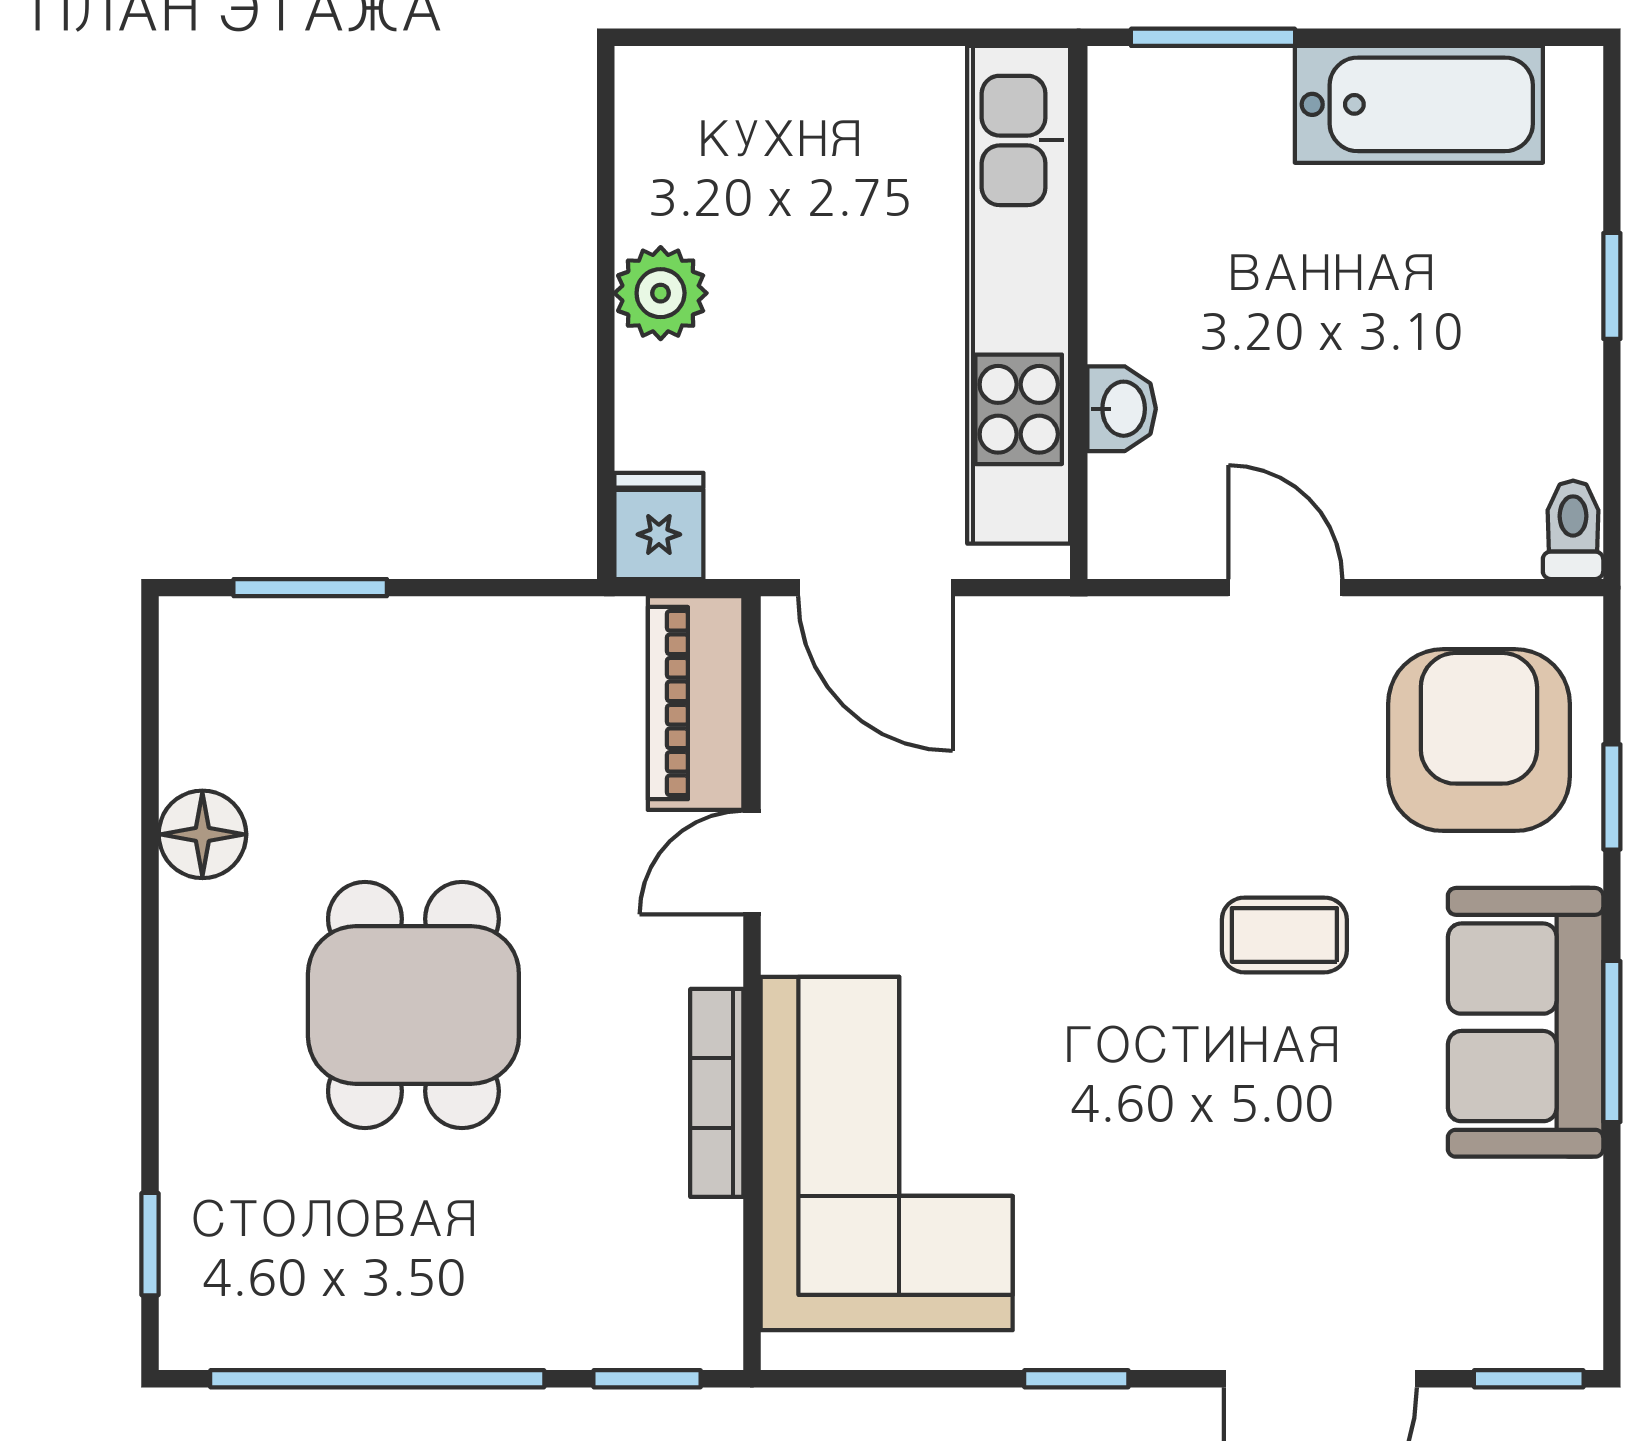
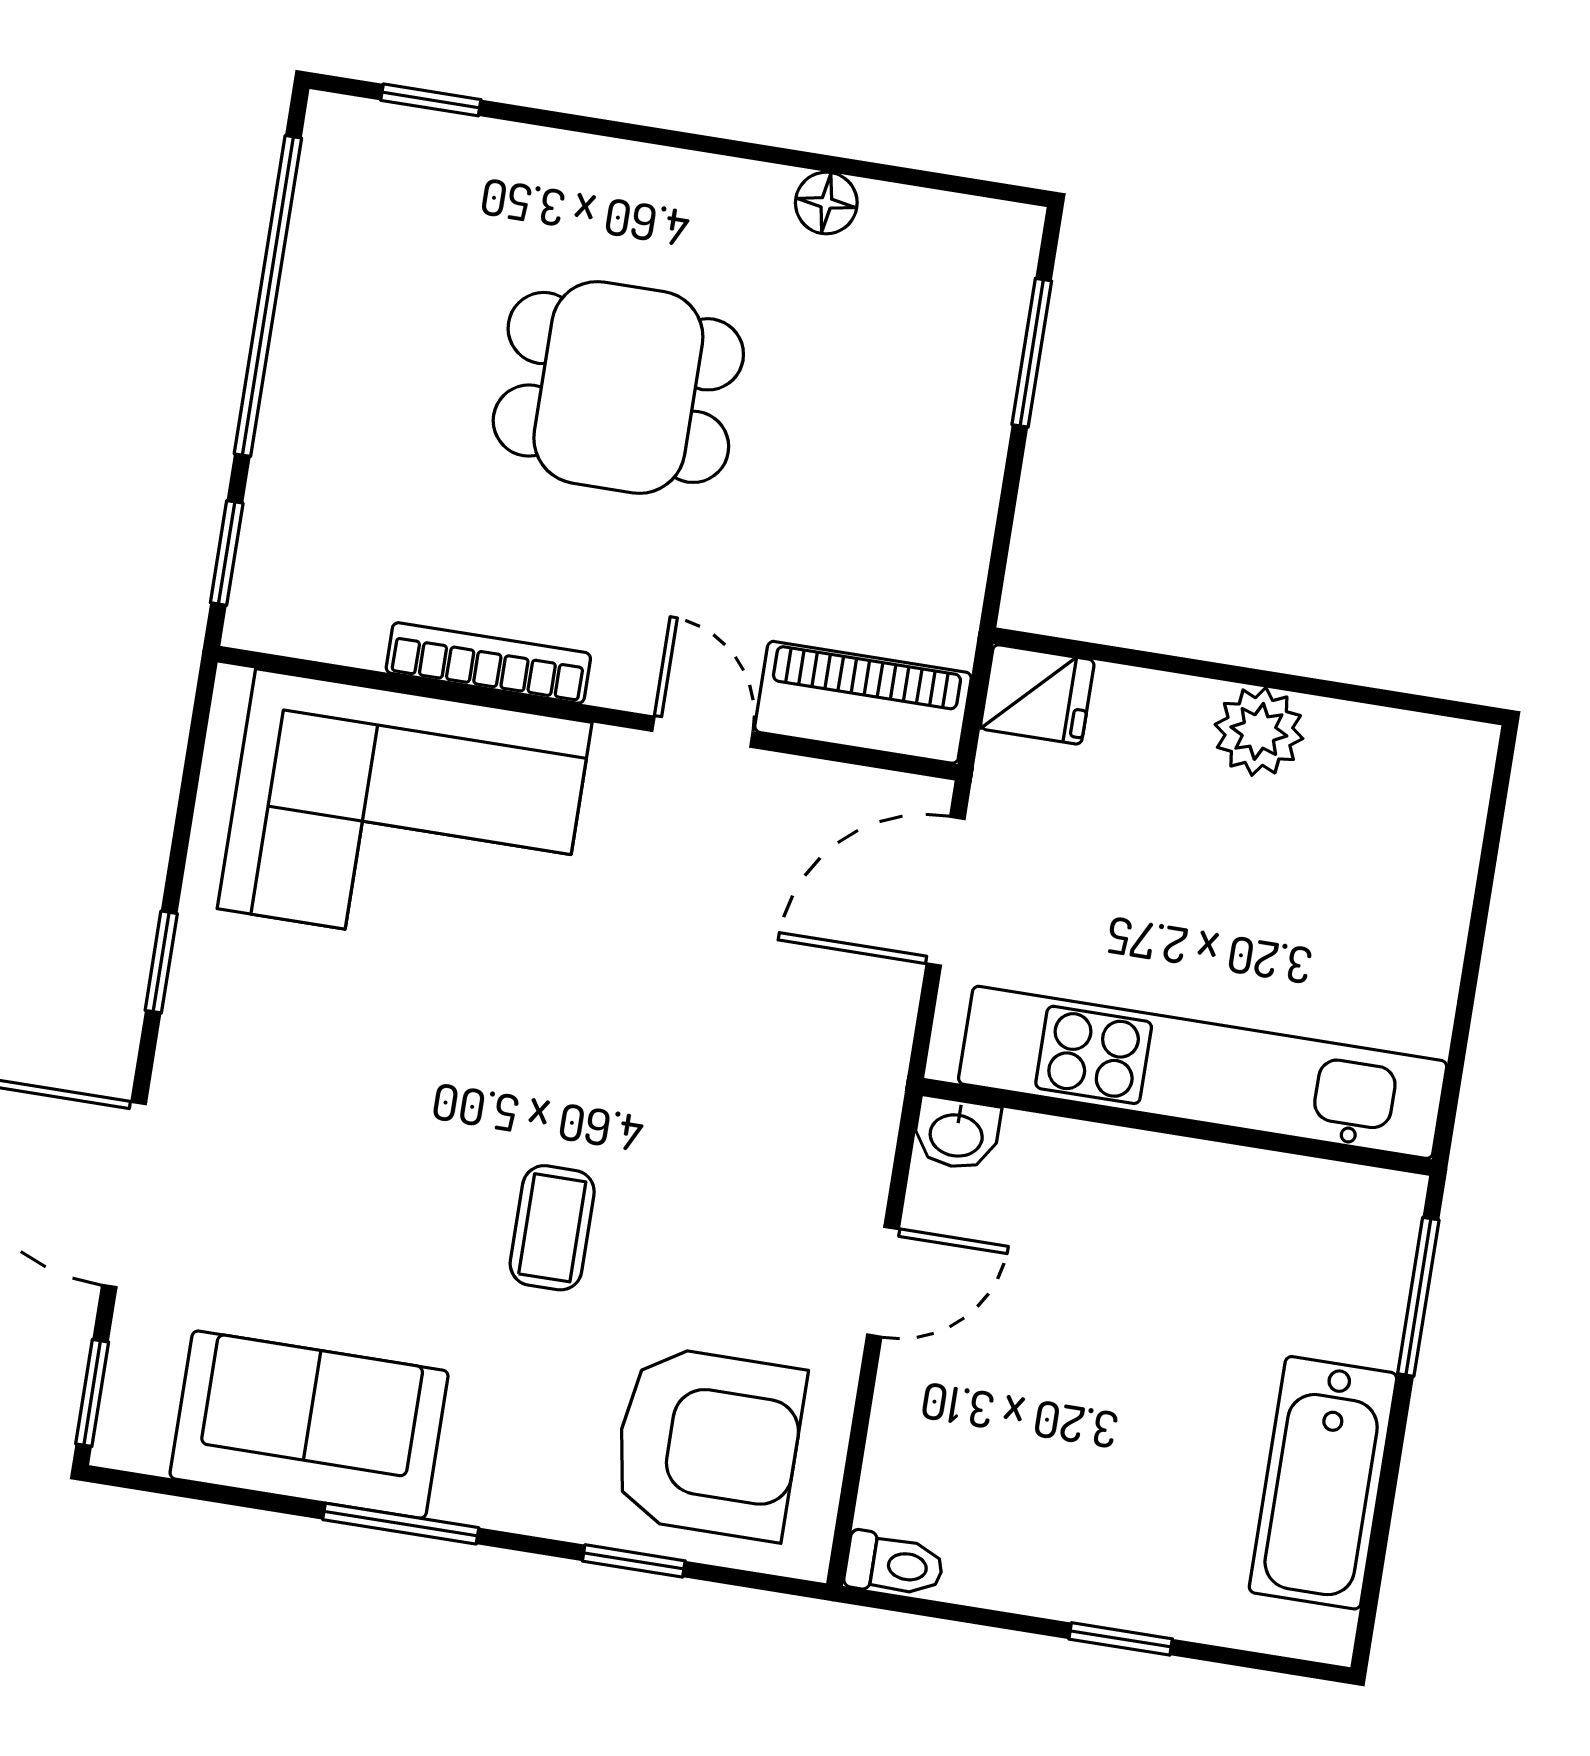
washbasin: (1122, 409) -> (956, 1134), moved
floor lamp: (202, 834) -> (826, 203), width x0.73, depth x0.73
sofa: (1526, 1022) -> (309, 1425), moved

